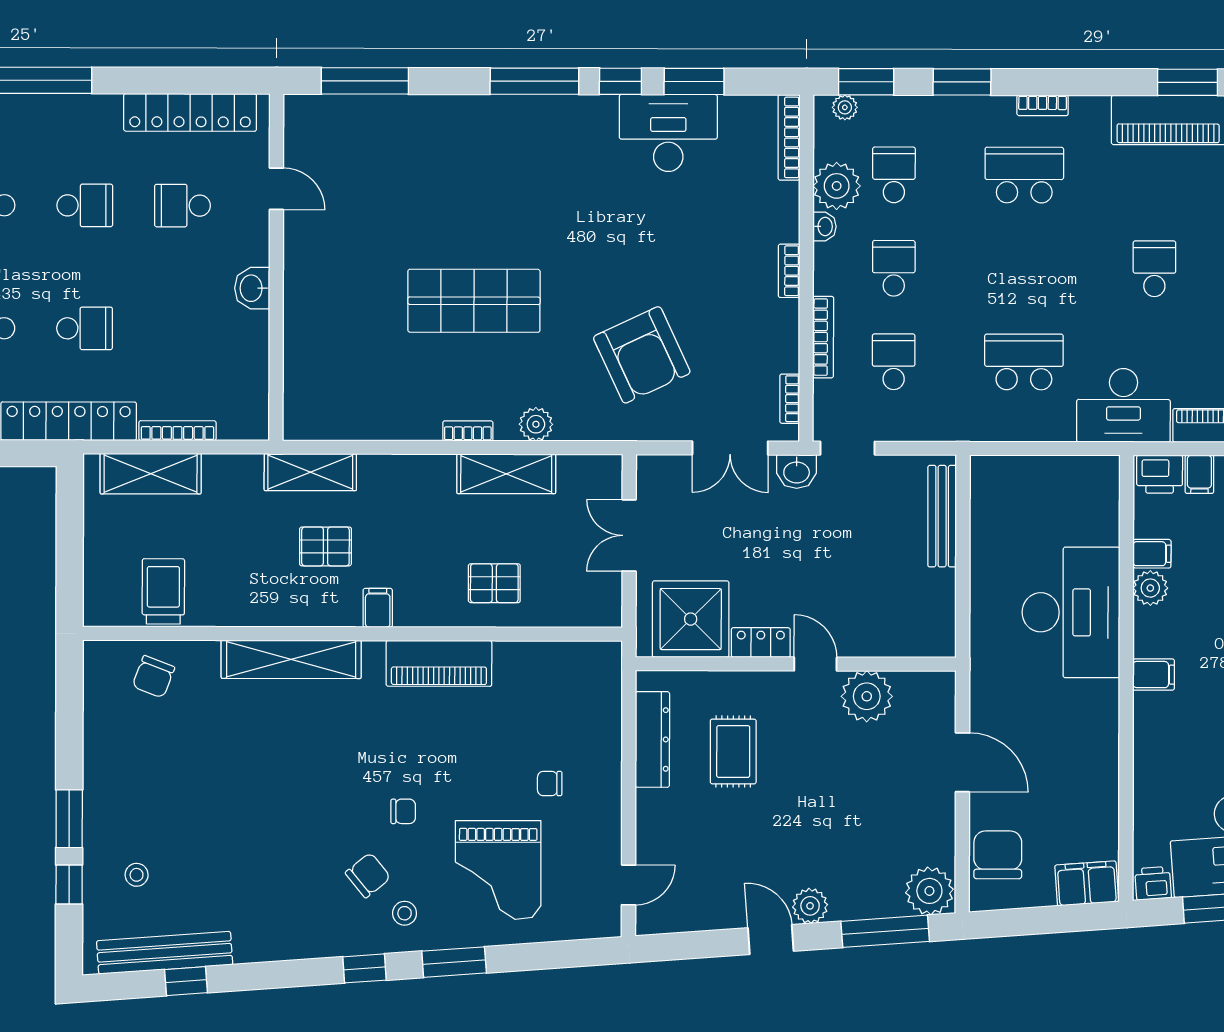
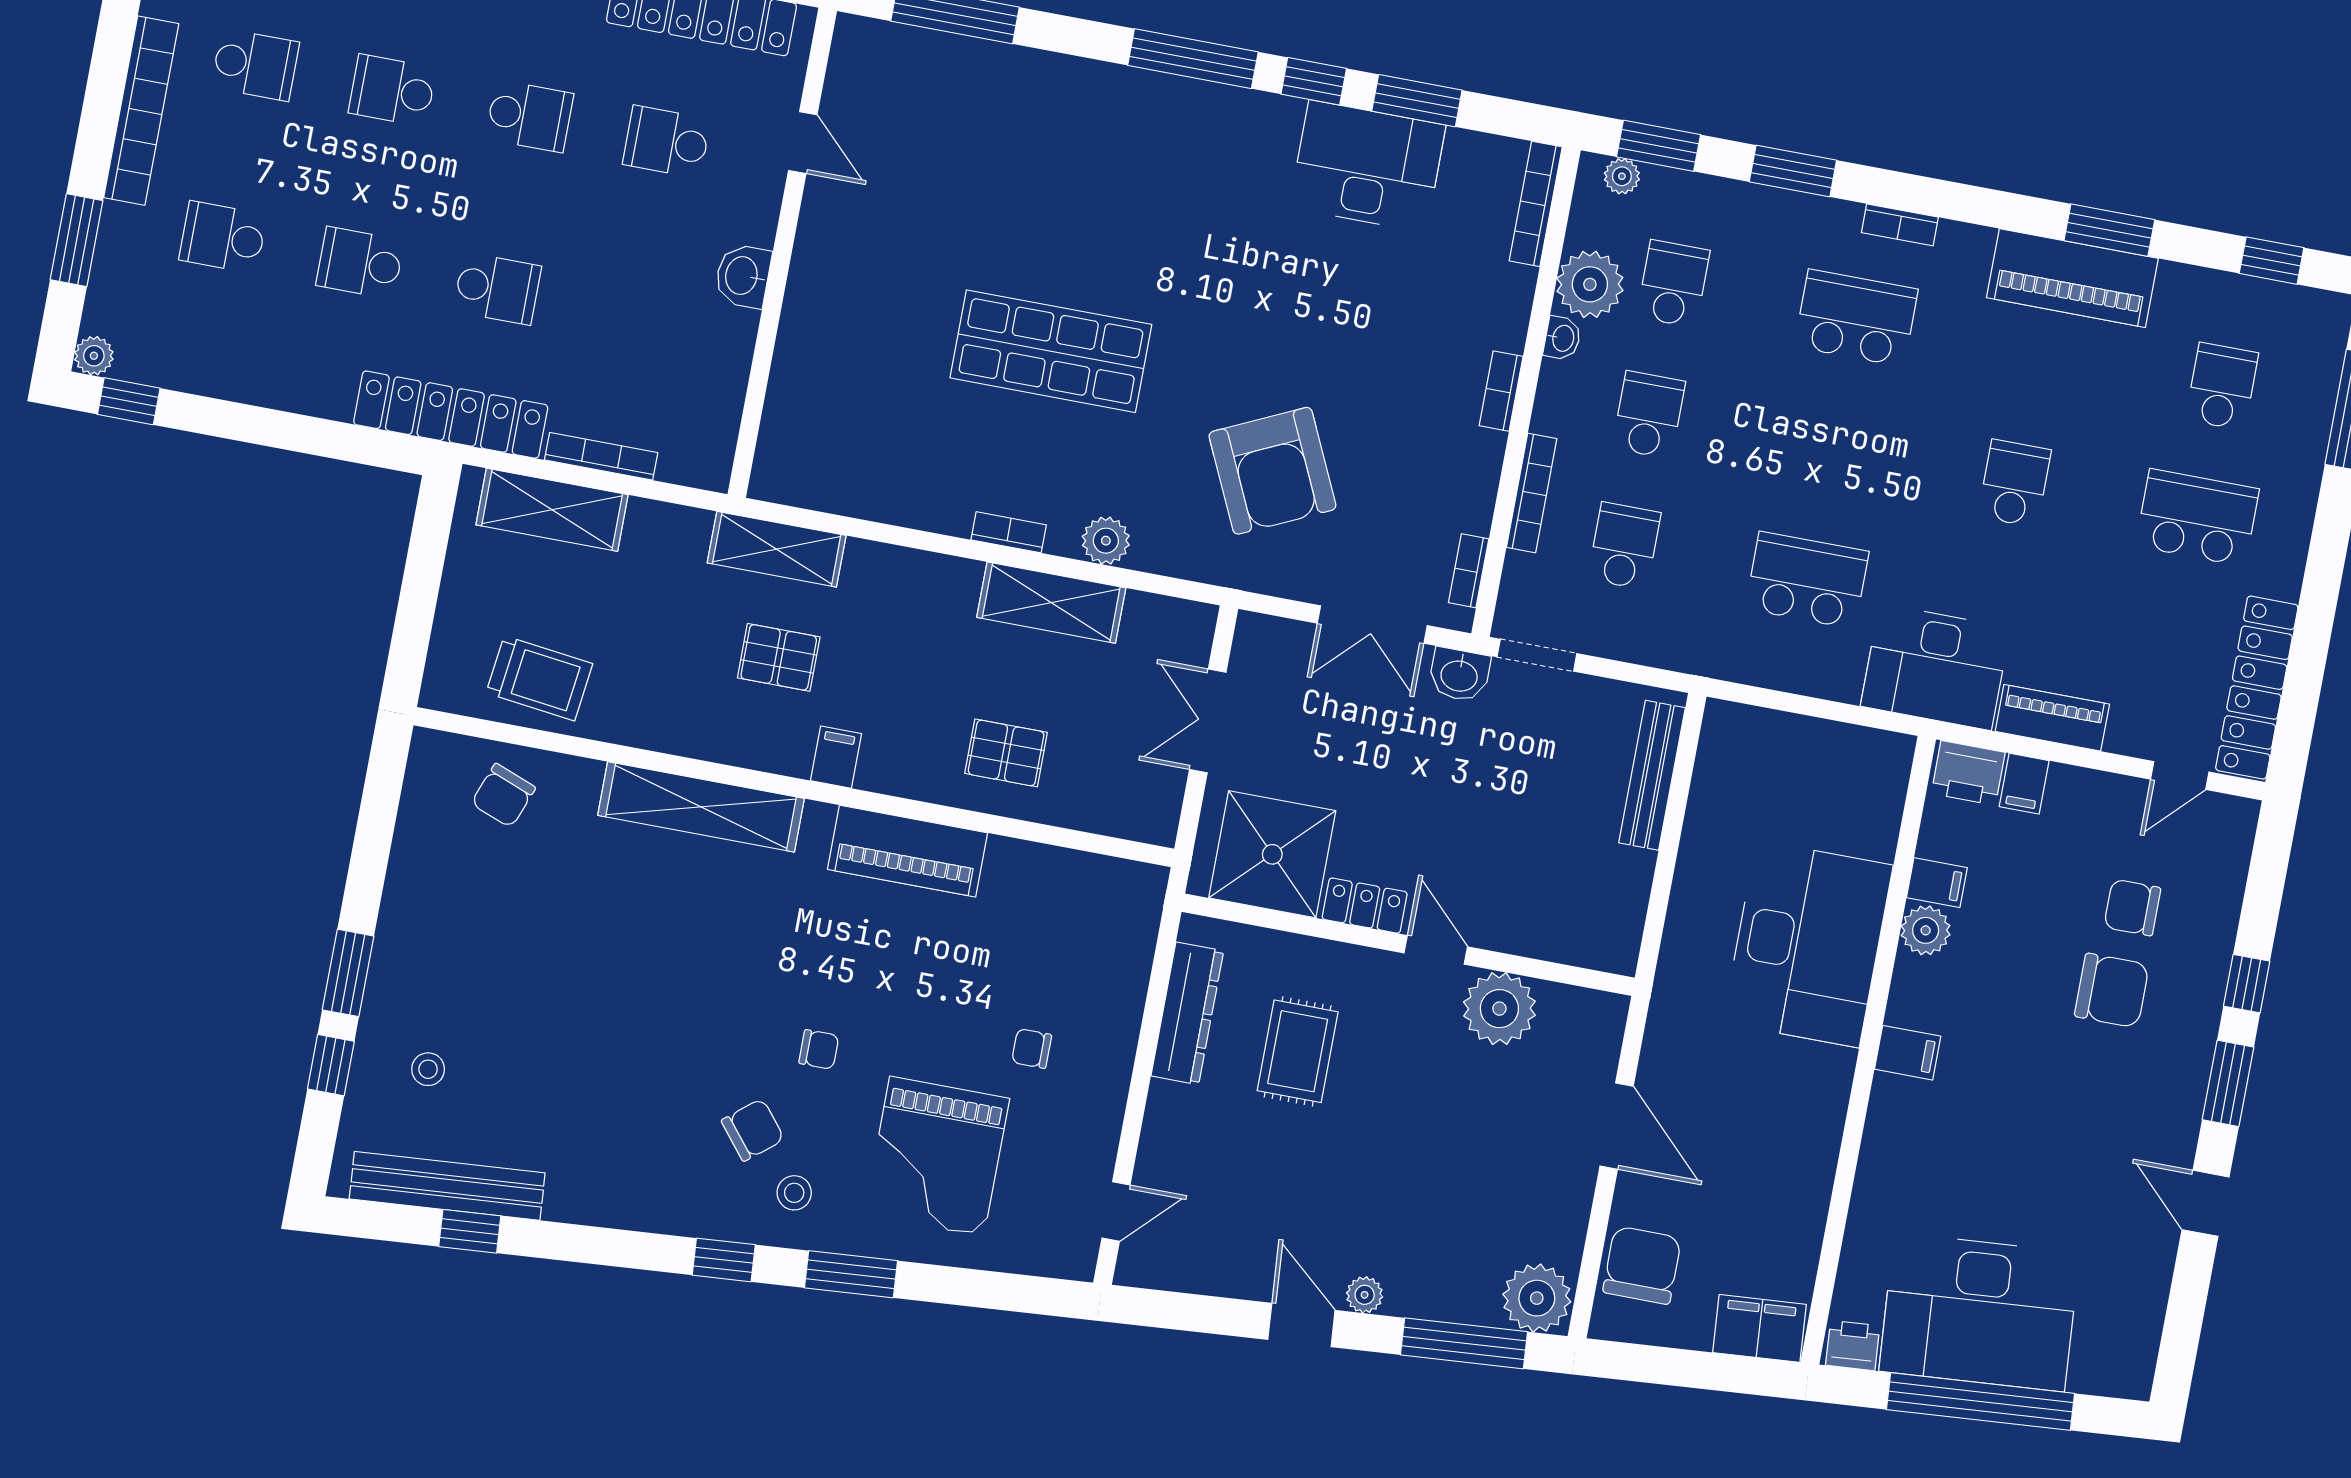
trolley: (163, 591) -> (539, 678), turned 97
plant: (810, 906) -> (1365, 1295), width x0.73, depth x0.73

